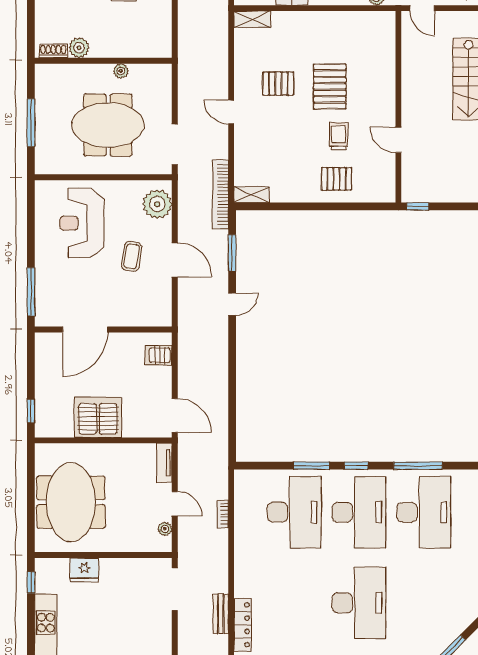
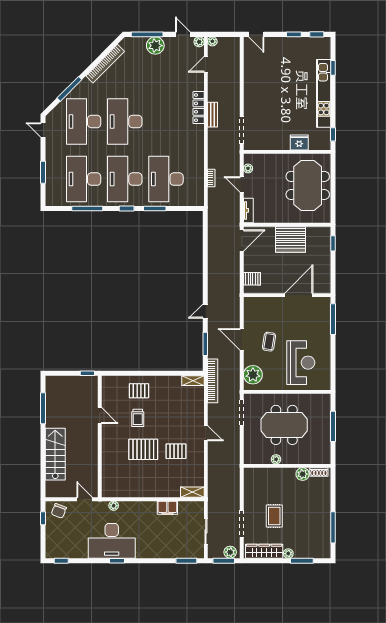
pallet: (330, 86) -> (143, 449), turned 90
door: (175, 416) -> (242, 240), swing flipped
desk: (424, 603) -> (84, 121), added

